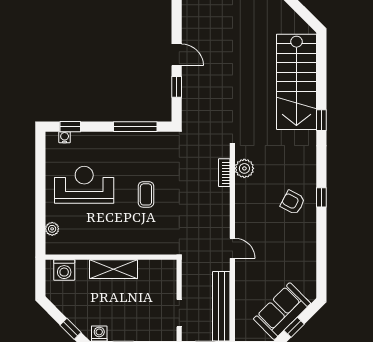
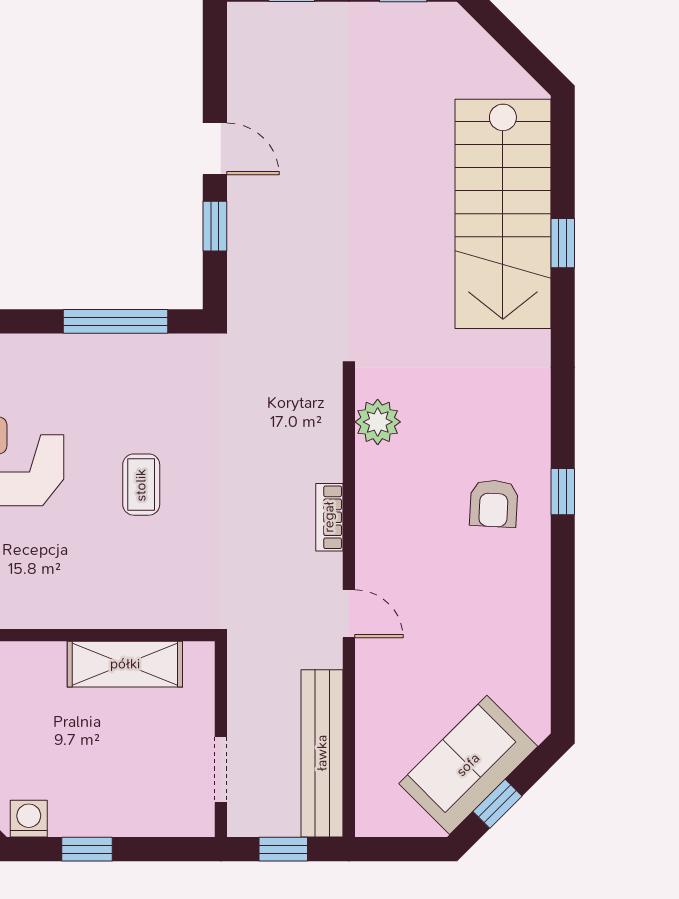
window: (321, 120) -> (563, 243), moved
bookcase: (224, 173) -> (329, 517), moved
armchair: (293, 202) -> (494, 503), turned -115
shelving: (114, 269) -> (125, 664), moved

